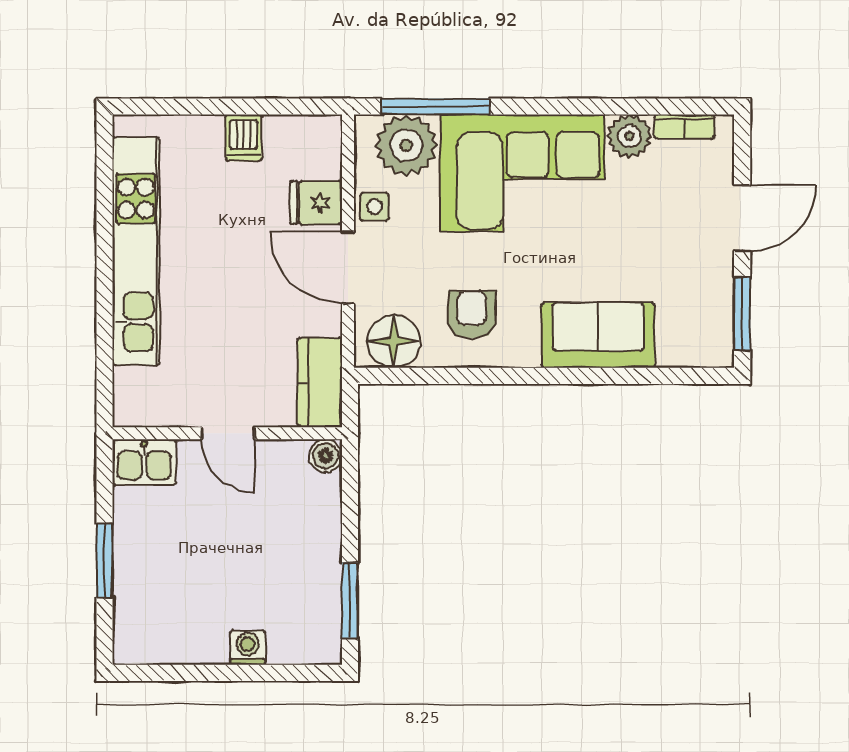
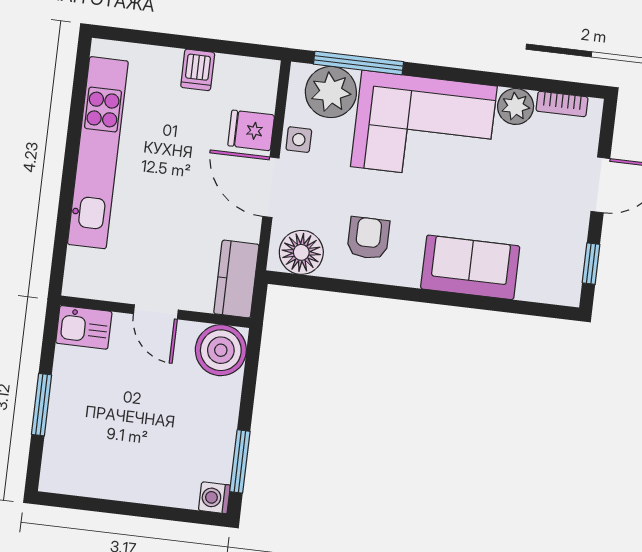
window: (742, 314) -> (591, 264), width x0.67
boiler: (326, 456) -> (221, 350), width x1.86, depth x1.86
washing machine: (248, 648) -> (214, 498), moved, turned -90

